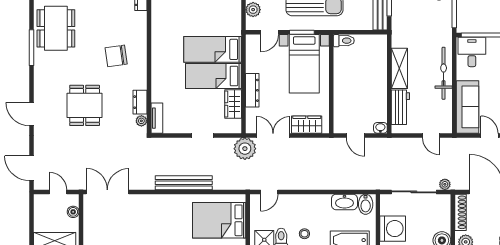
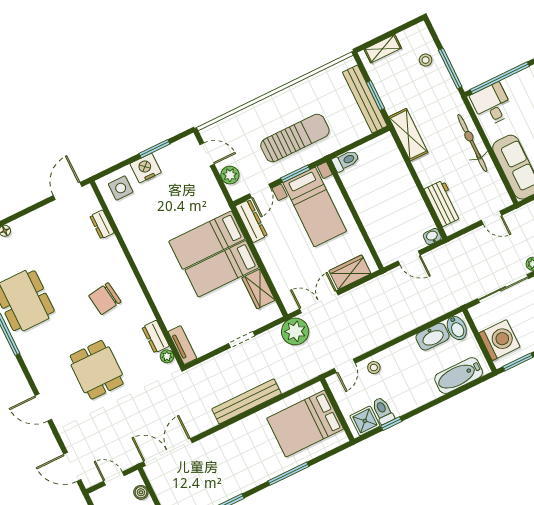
shelving: (399, 68) -> (408, 135), moved
dresser: (252, 90) -> (251, 221), moved
stool: (304, 234) -> (374, 368), moved

